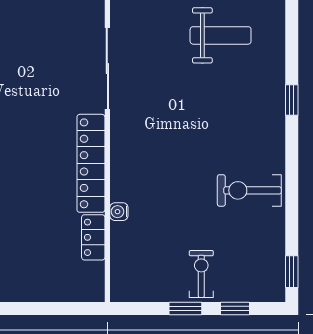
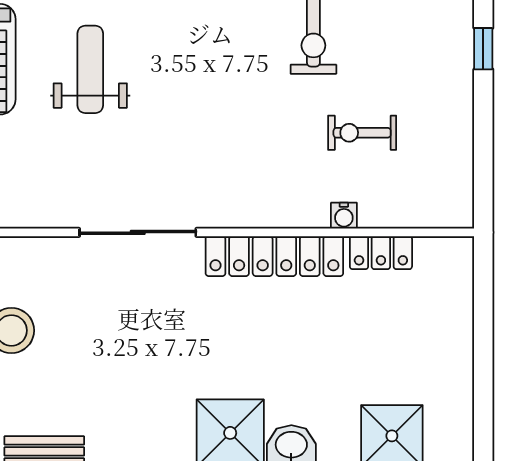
exercise bike: (201, 274) -> (362, 133), moved
window: (185, 308) -> (483, 120), removed

